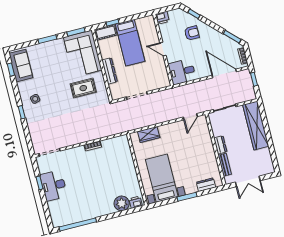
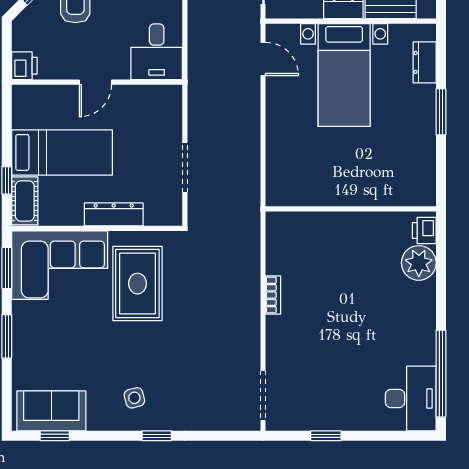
rug: (83, 88) -> (137, 284), width x1.36, depth x1.43
wardrobe: (149, 134) -> (279, 163), removed
bed with nightstands: (162, 178) -> (344, 75), moved, turned -90
desk: (54, 186) -> (411, 399), moved, turned -90

